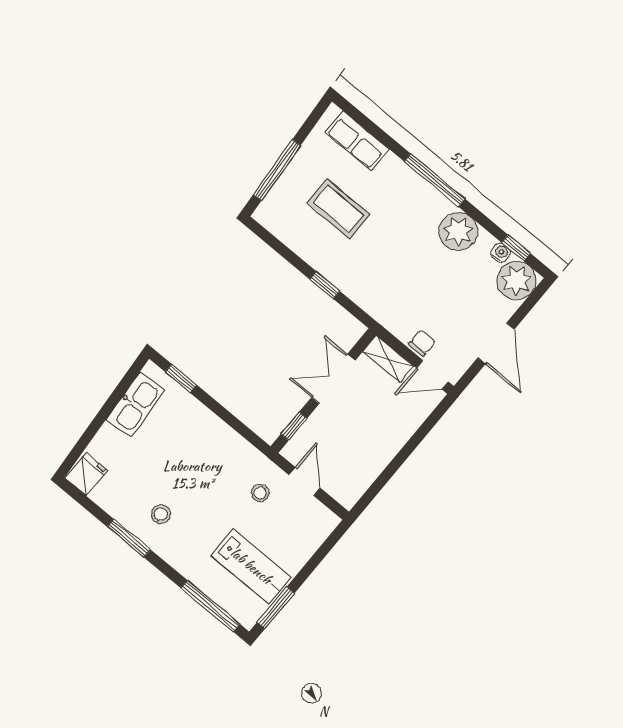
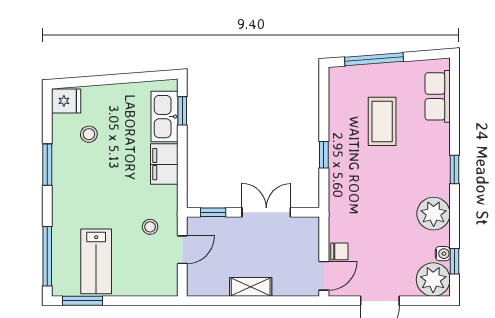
window: (434, 180) -> (454, 169), width x0.46
shelving: (388, 359) -> (251, 287), moved, turned 90
door: (432, 375) -> (324, 276), swing flipped
kitchen sink: (135, 405) -> (164, 117), moved, turned 94
filing cabinet: (215, 434) -> (164, 164), added
stool: (161, 514) -> (89, 134), moved

